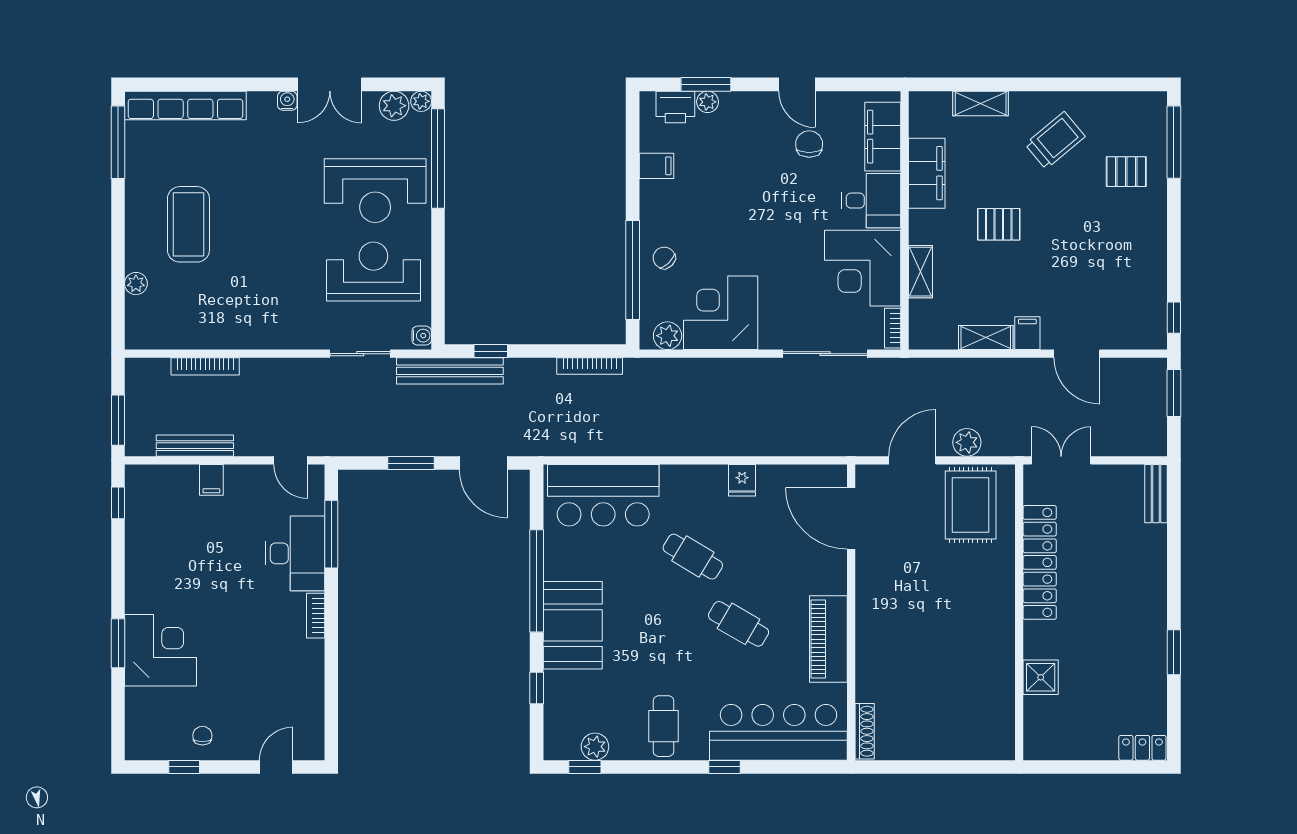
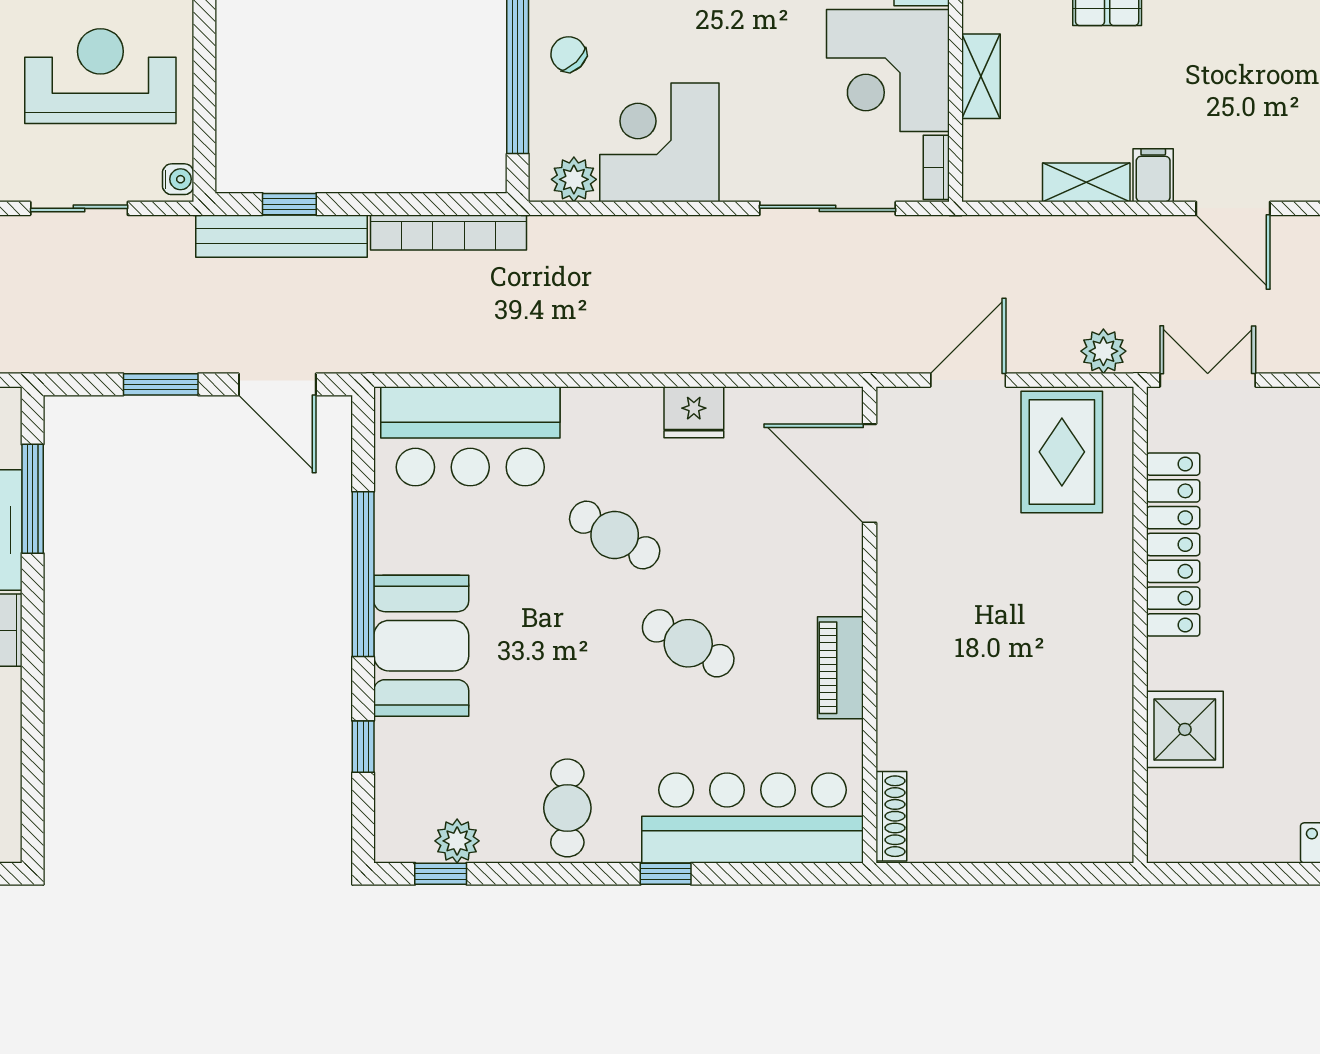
bookcase: (590, 366) -> (448, 232), width x1.48, depth x1.31
bench: (450, 371) -> (282, 236), moved
plant: (967, 442) -> (1103, 351), moved
fridge: (742, 480) -> (694, 412), width x1.38
piano: (828, 639) -> (840, 668), width x0.73, depth x0.75
shower: (1041, 677) -> (1185, 729), width x1.36, depth x1.36

